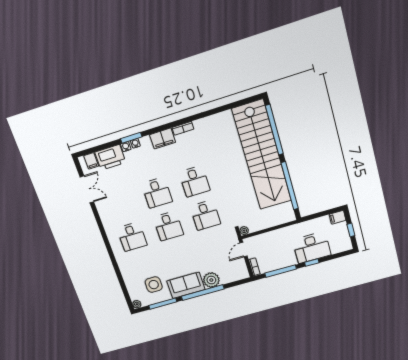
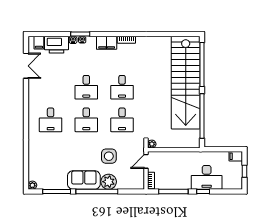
side table: (154, 285) -> (109, 156), moved

